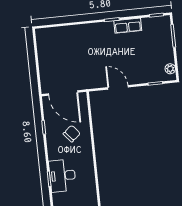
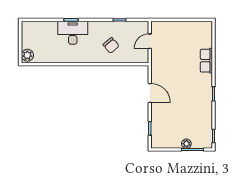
row of seats: (128, 26) -> (206, 61), moved
plant: (170, 69) -> (186, 144), moved
door: (118, 87) -> (150, 93), hinge flipped
door: (63, 93) -> (150, 41), width x0.53

